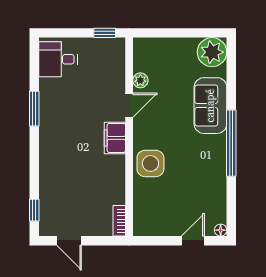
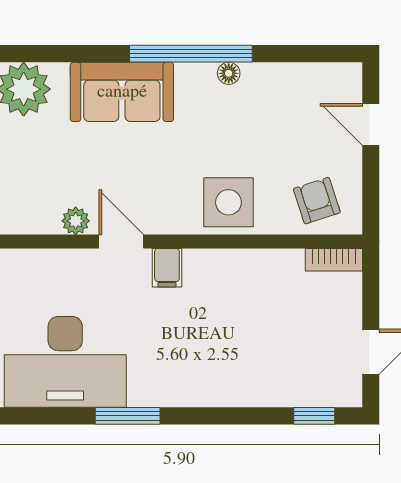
desk: (58, 59) -> (65, 362), width x1.87, depth x1.30
filing cabinet: (115, 138) -> (167, 268), width x0.50
armchair: (151, 212) -> (317, 201), added
floor lamp: (221, 230) -> (229, 73), moved

